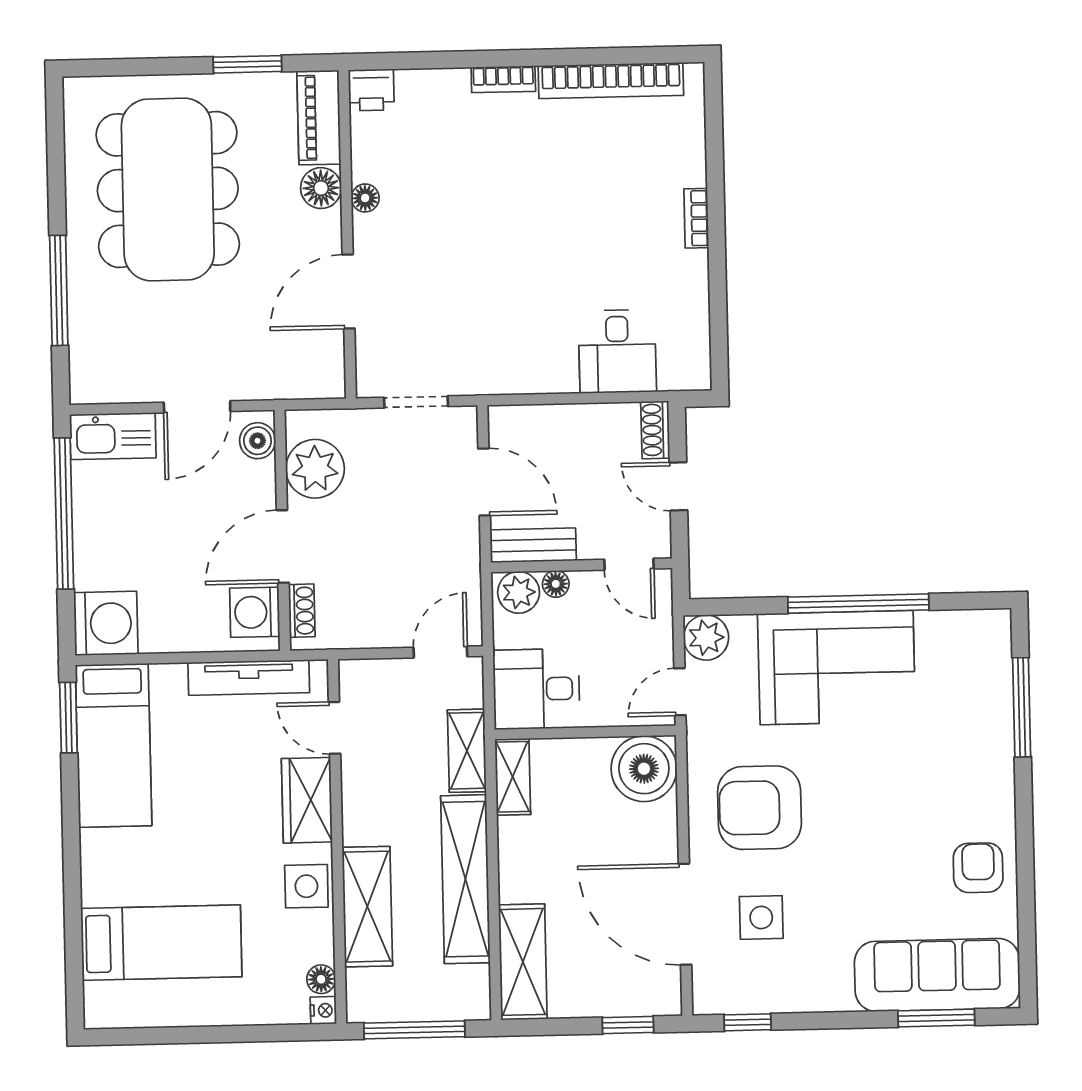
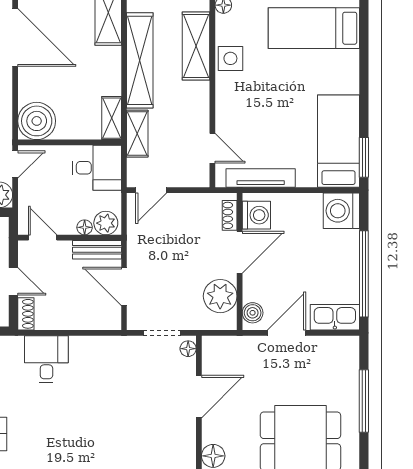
floor lamp: (365, 198) -> (188, 349), moved
wardrobe: (307, 800) -> (229, 107), removed

